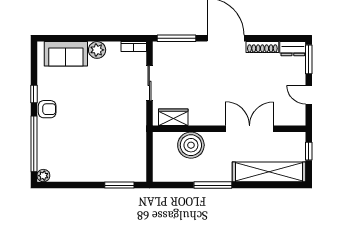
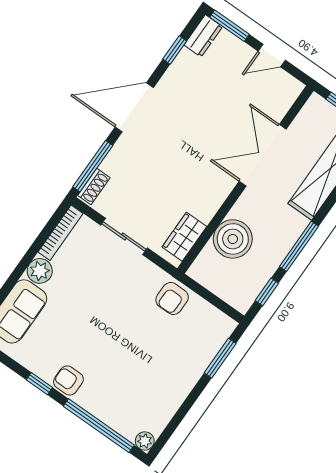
window: (274, 38) -> (175, 50), added
bookcase: (134, 46) -> (60, 233), width x1.56
shoe rack: (262, 47) -> (94, 187), moved, width x0.70
armchair: (47, 109) -> (68, 381), turned -90
armchair: (134, 135) -> (172, 298), added
window: (175, 185) -> (267, 292), added

